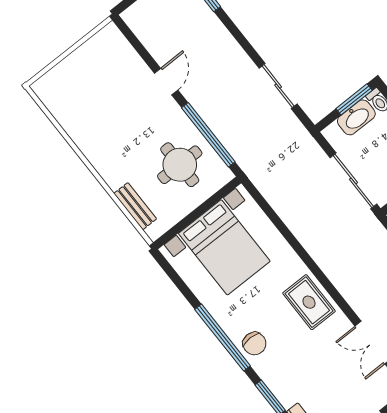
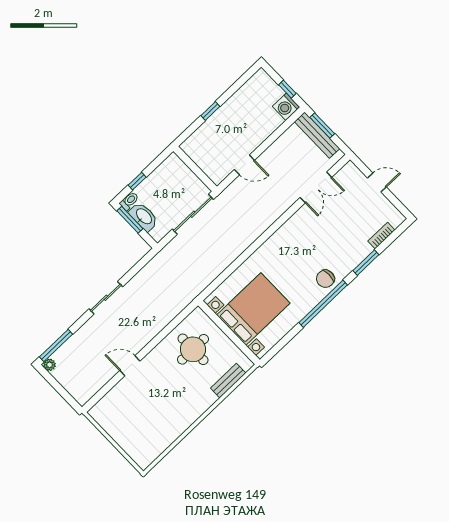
sliding door: (278, 86) -> (106, 298), moved
window: (208, 135) -> (168, 329), removed
rug: (309, 302) -> (290, 240), removed
chair: (254, 344) -> (325, 279), turned 180

